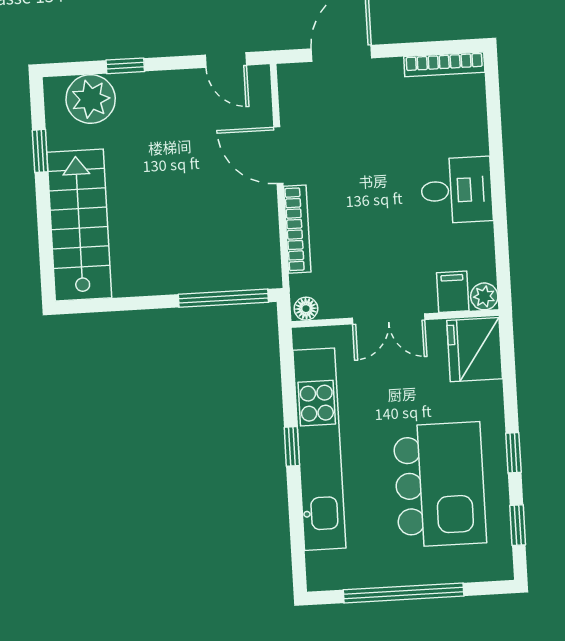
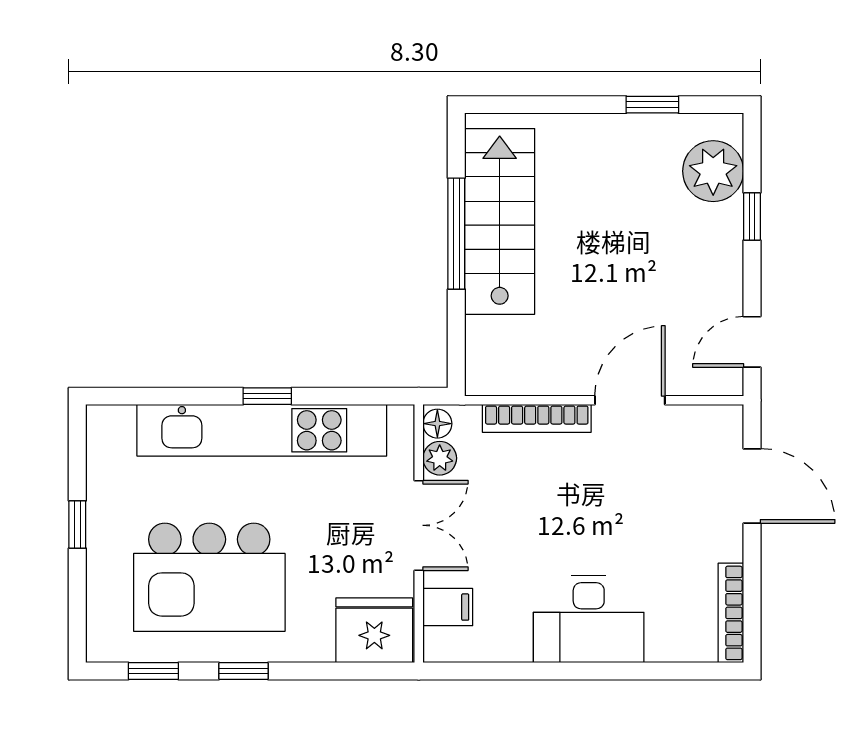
desk: (457, 190) -> (589, 619), width x1.37
stairs: (79, 225) -> (500, 221), moved, turned -90
plant: (484, 296) -> (440, 458), moved
window: (223, 298) -> (456, 234), moved
double door: (389, 319) -> (419, 525), swing flipped
window: (404, 593) -> (77, 524), width x0.32

